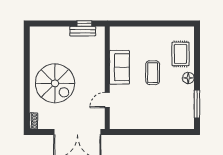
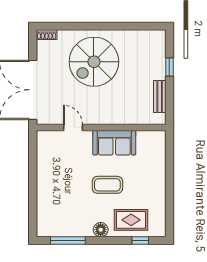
window: (84, 23) -> (169, 67), moved
window: (197, 47) -> (140, 241), added

